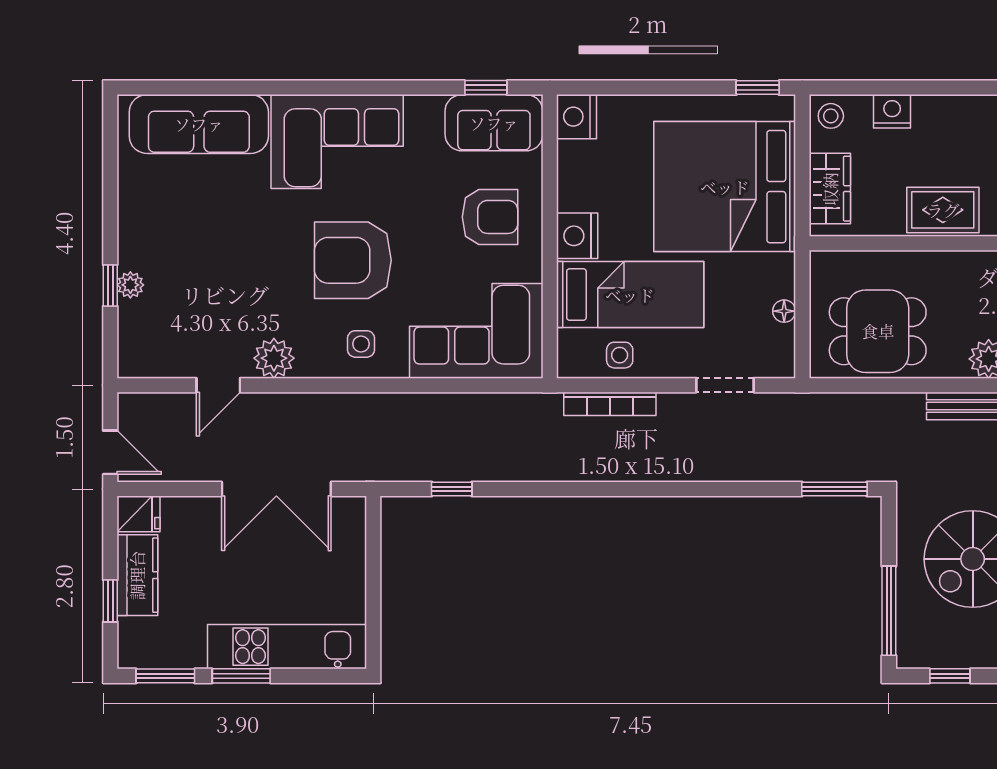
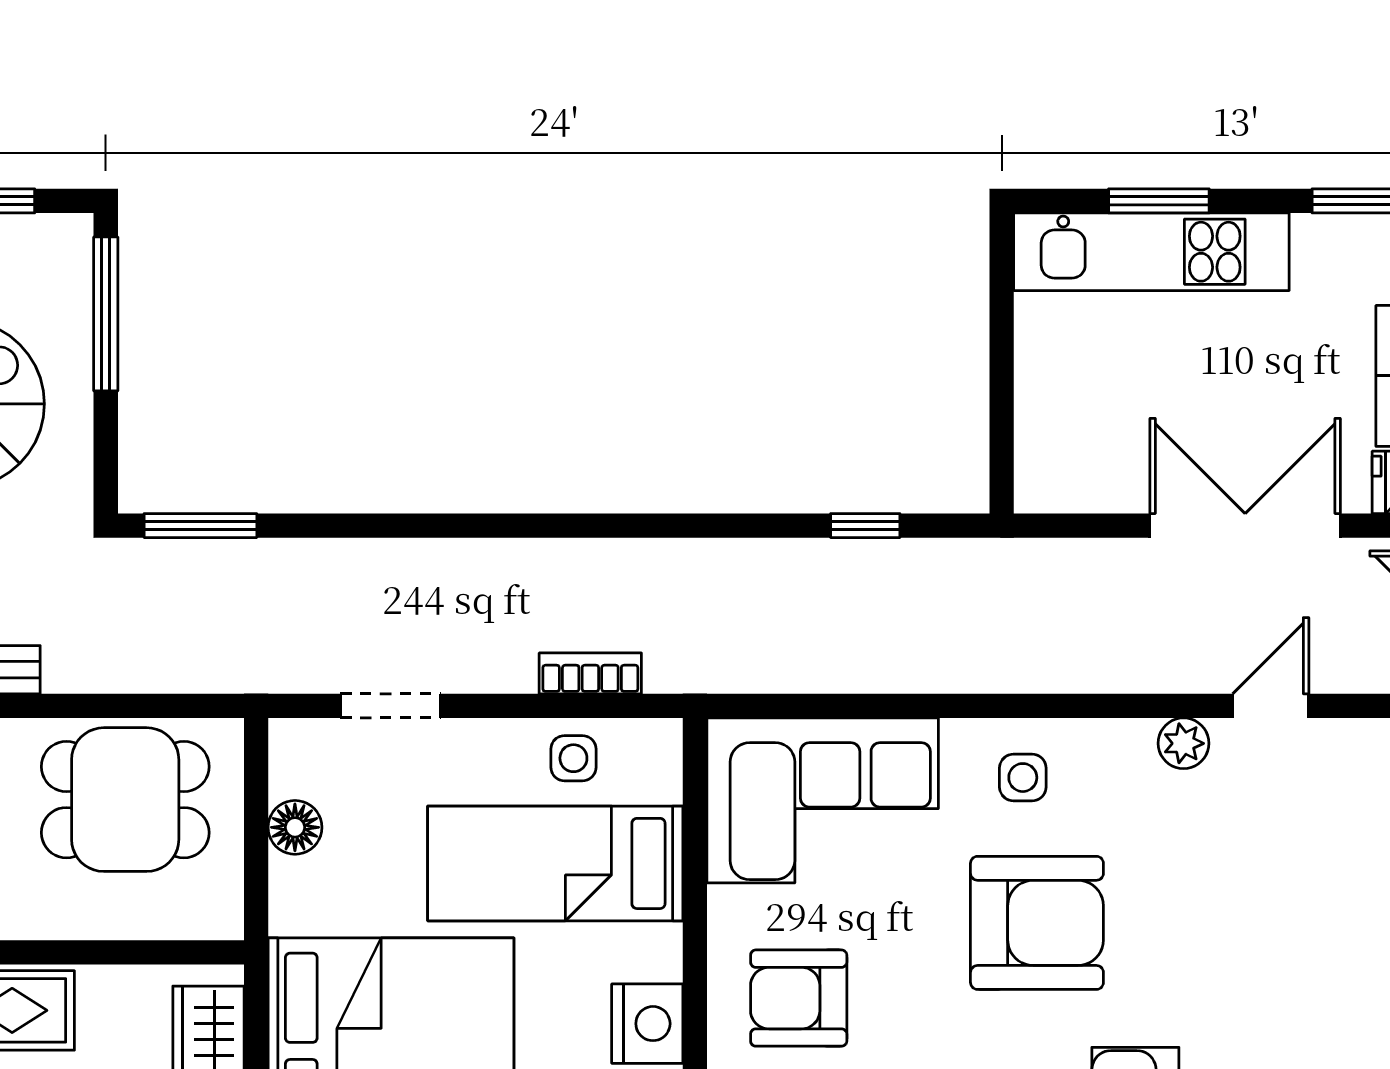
nightstand: (577, 236) -> (647, 1024), moved
floor lamp: (784, 311) -> (295, 827), width x1.37, depth x1.37
plant: (274, 358) -> (1184, 743), width x0.73, depth x0.73
bookcase: (610, 404) -> (590, 673), width x0.64
double door: (276, 489) -> (1245, 526), moved
window: (241, 676) -> (1159, 201), moved

